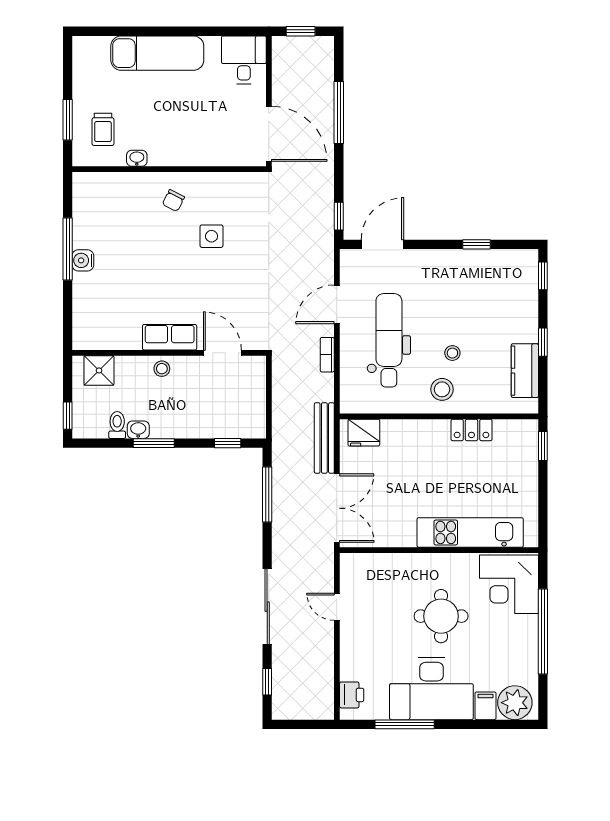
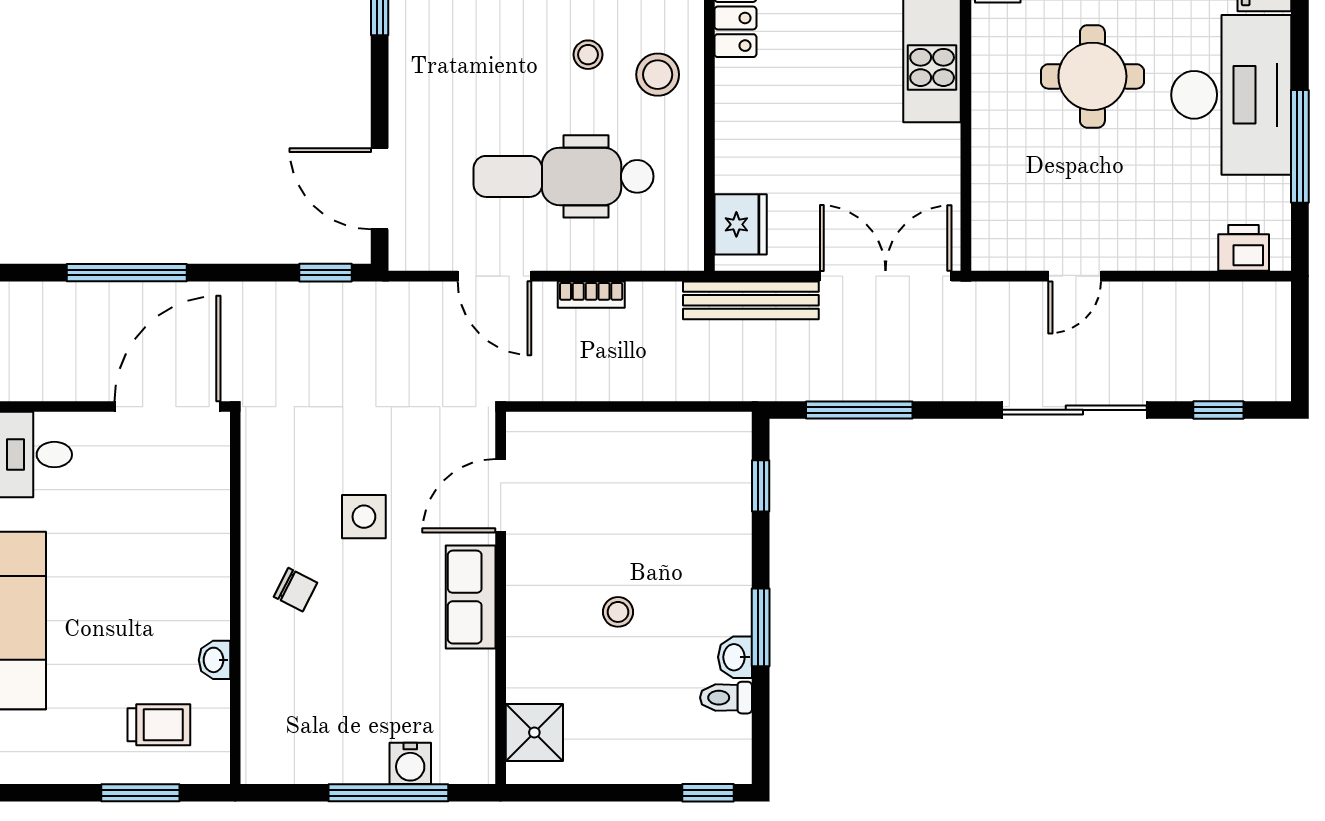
row of seats: (170, 337) -> (471, 597), moved
wall: (169, 353) -> (501, 598), moved
door: (222, 353) -> (501, 496), moved
shower: (99, 370) -> (534, 732), moved

